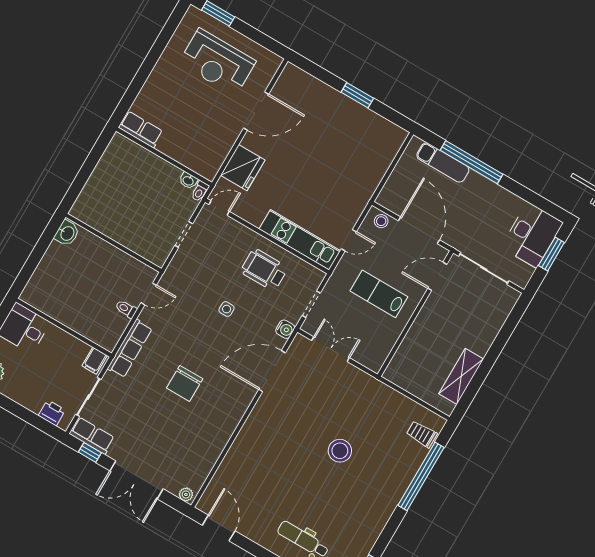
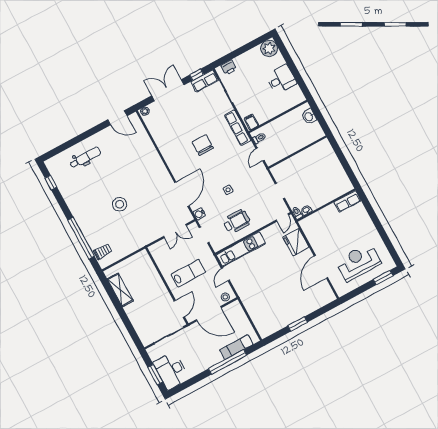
washbasin: (67, 233) -> (309, 117), moved
wall: (64, 328) -> (278, 116), moved
filing cabinet: (95, 361) -> (251, 122), moved

